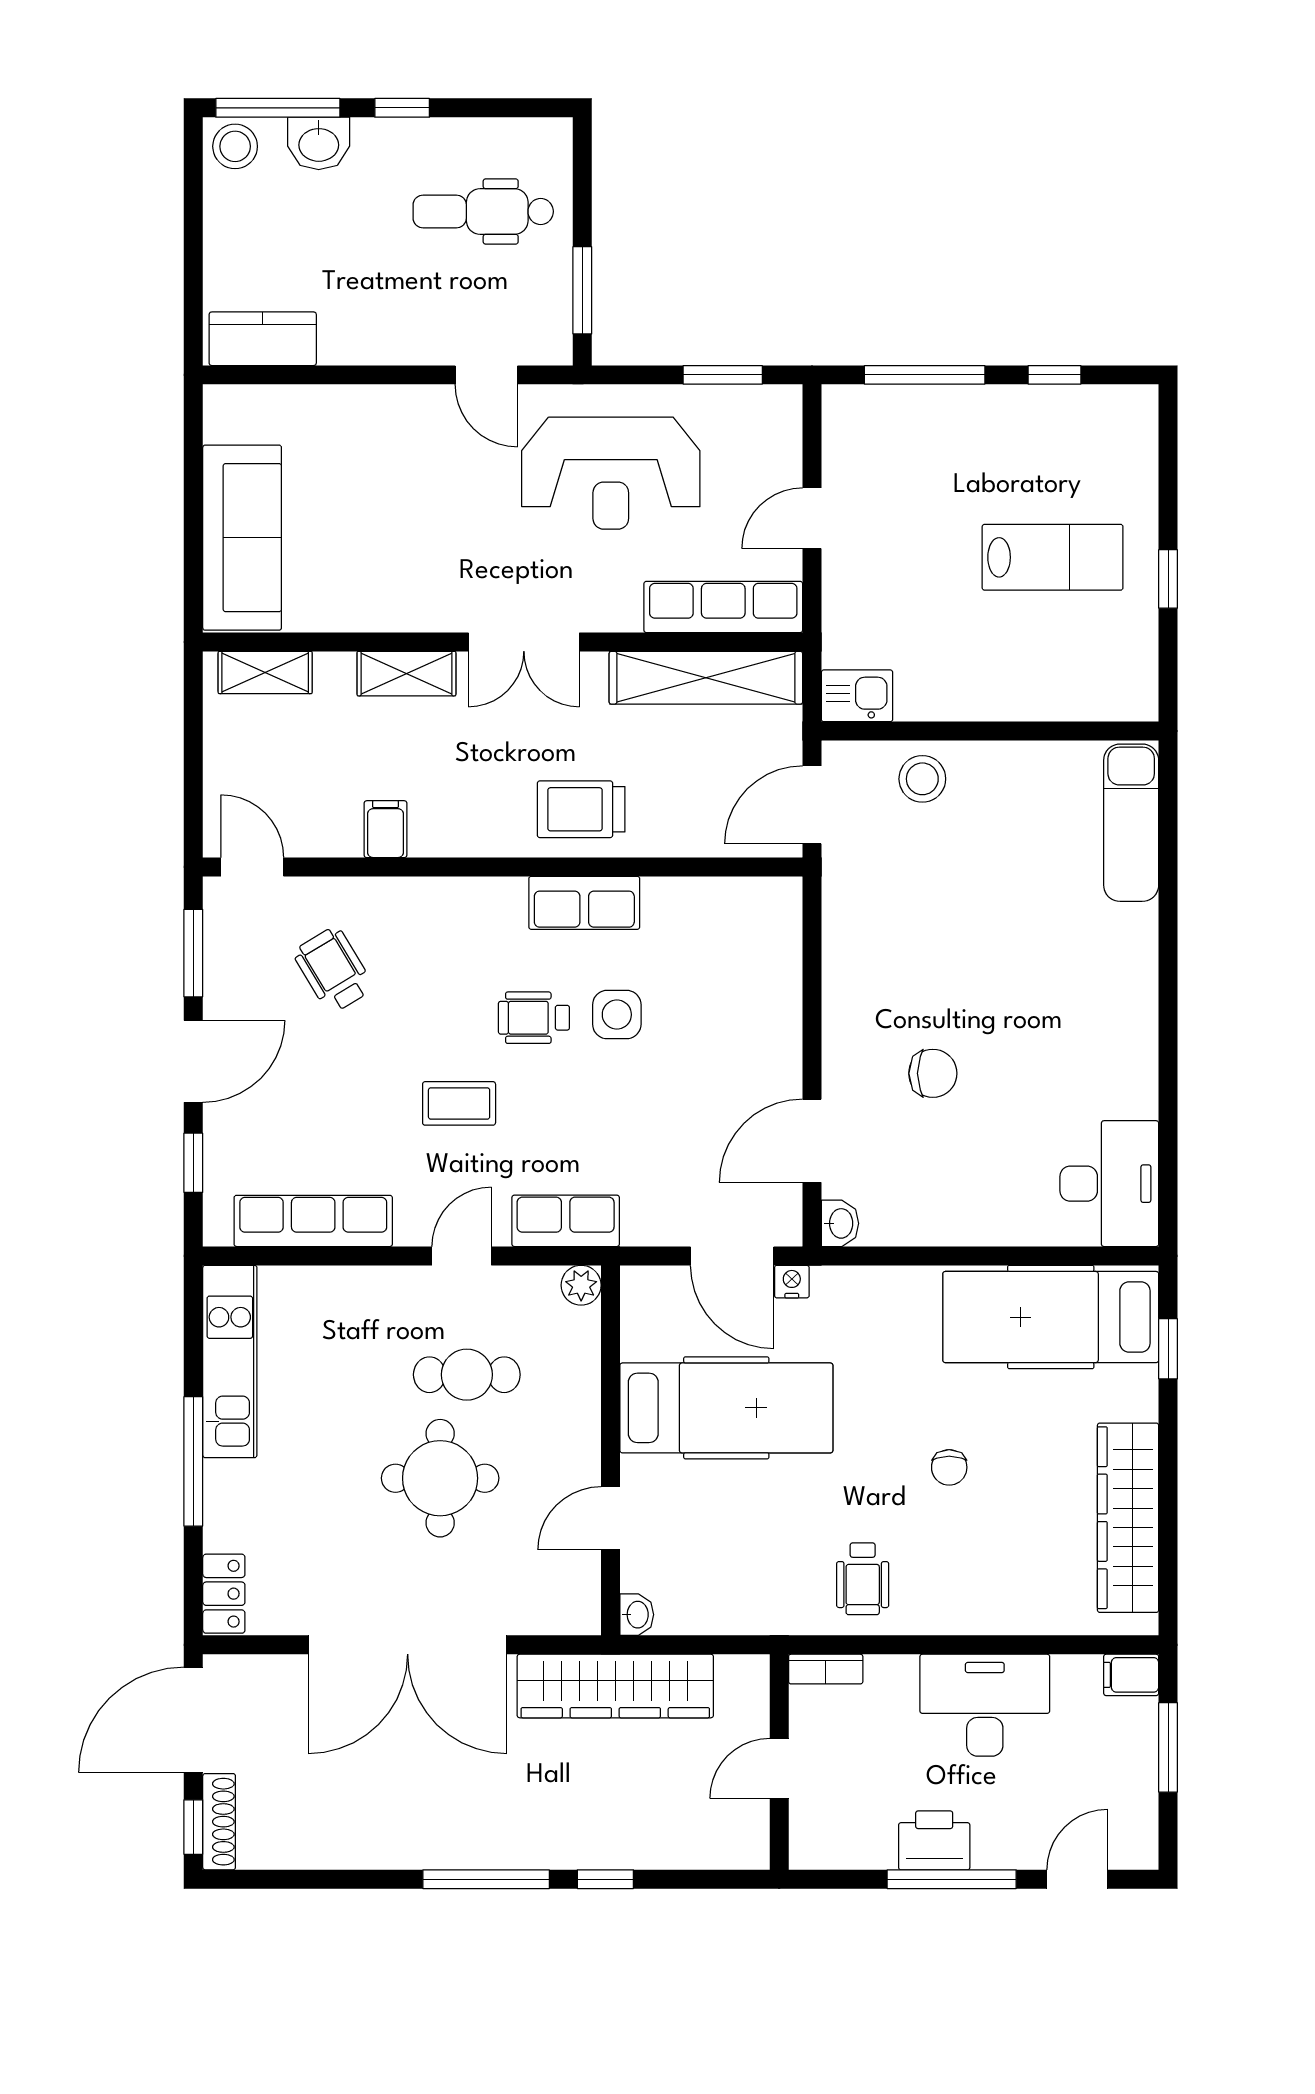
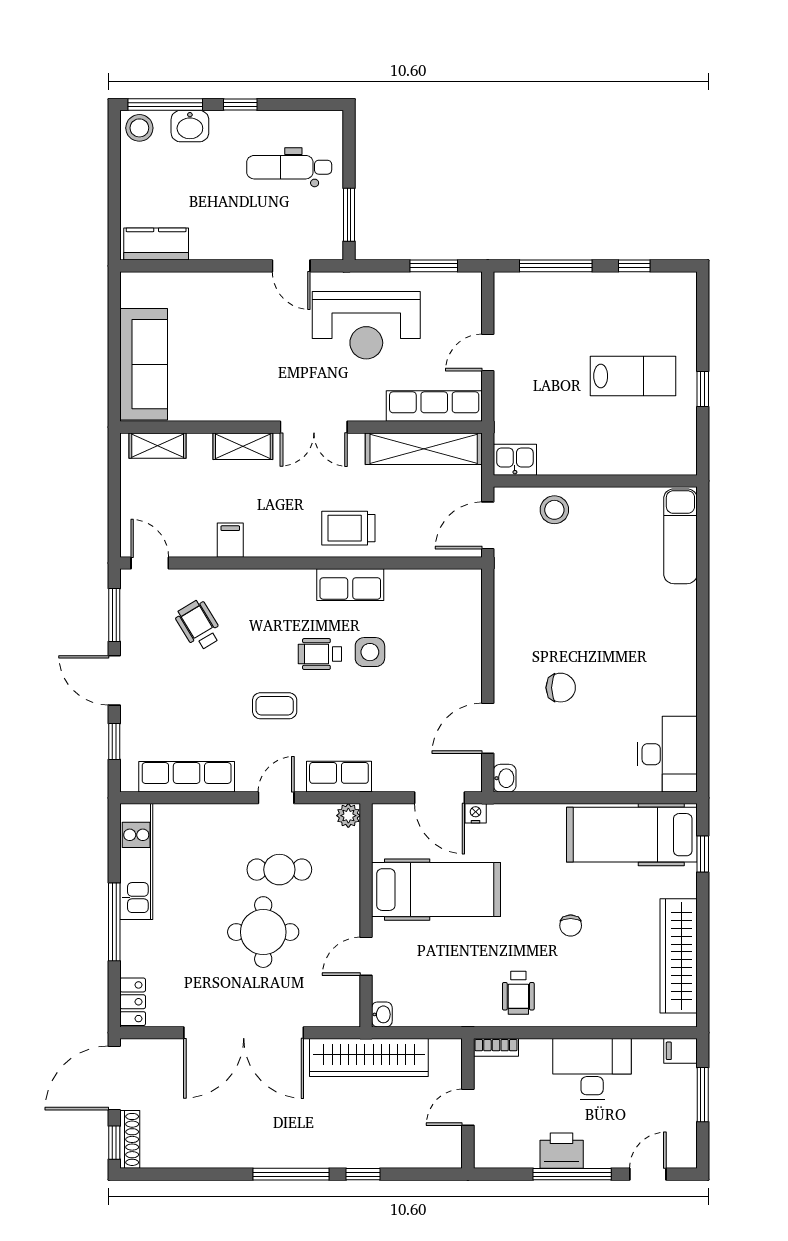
door: (193, 1061) -> (114, 680), swing flipped

